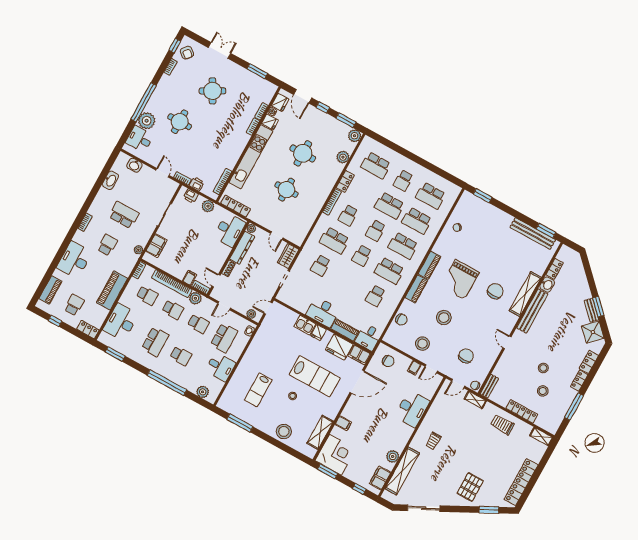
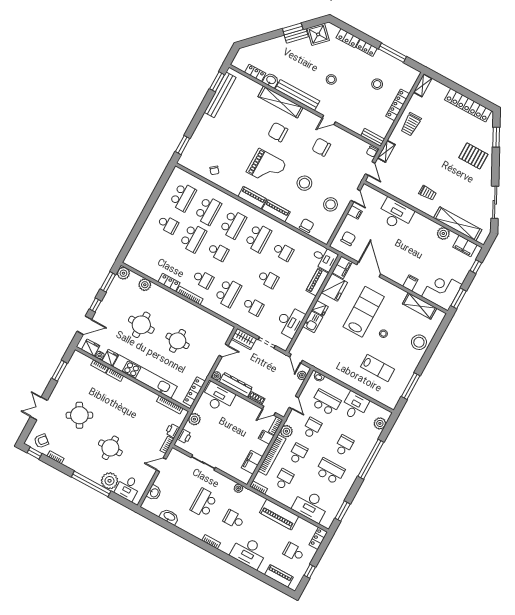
school desk: (376, 165) -> (153, 252), removed
filing cabinet: (156, 246) -> (252, 462), moved, turned -90
school desk: (362, 256) -> (268, 279), moved
desk: (323, 312) -> (290, 322), moved
chair: (466, 356) -> (321, 147), moved
stool: (543, 368) -> (331, 79), moved

